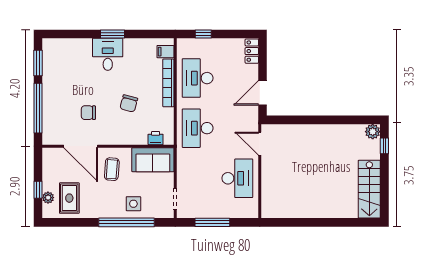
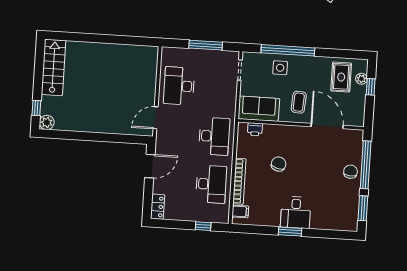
chair: (88, 113) -> (350, 172), moved, turned -86
door: (260, 144) -> (156, 118), swing flipped

